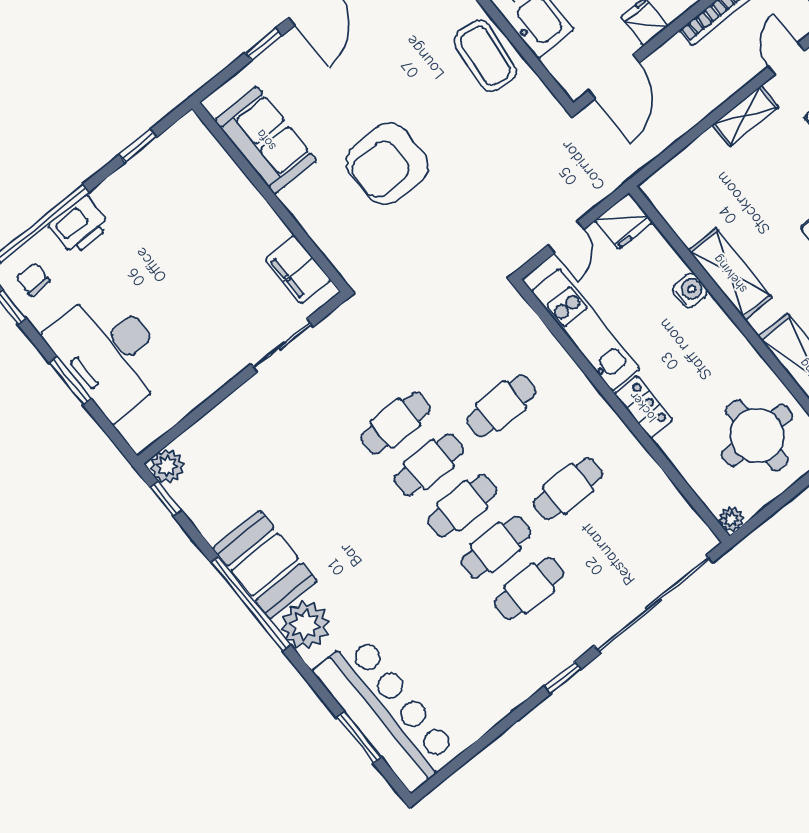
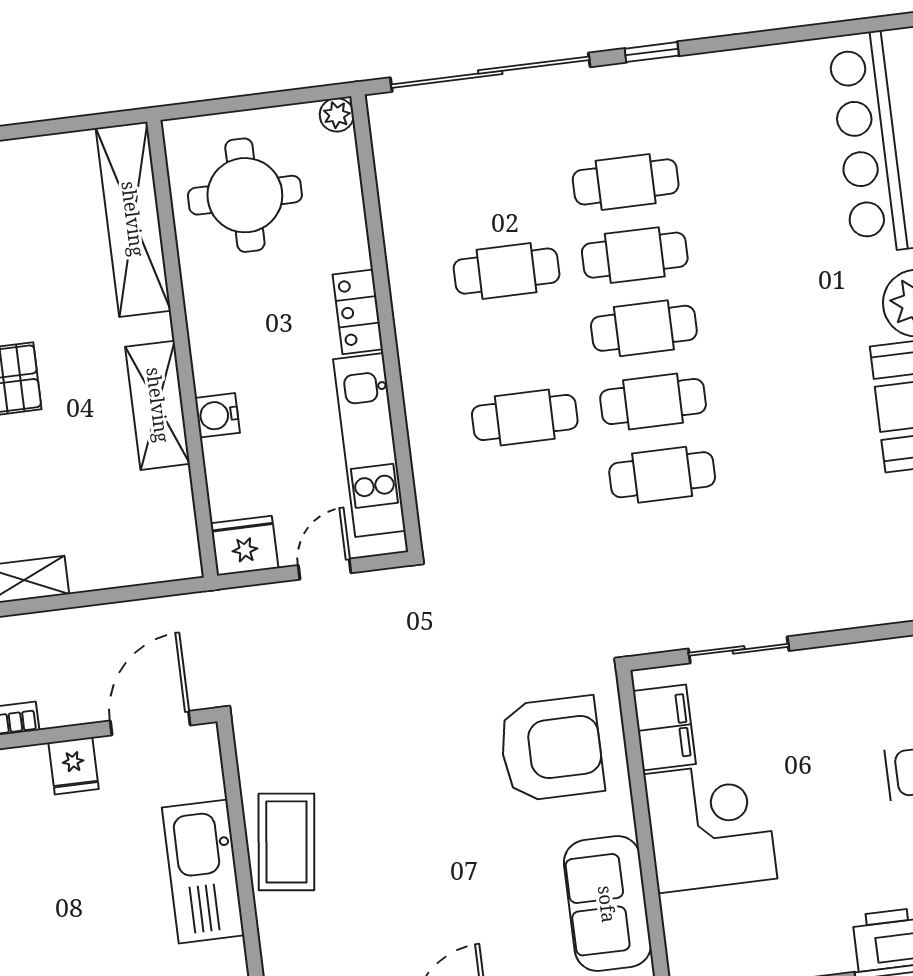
armchair: (387, 164) -> (551, 749), moved
corner desk: (232, 227) -> (710, 826), added

